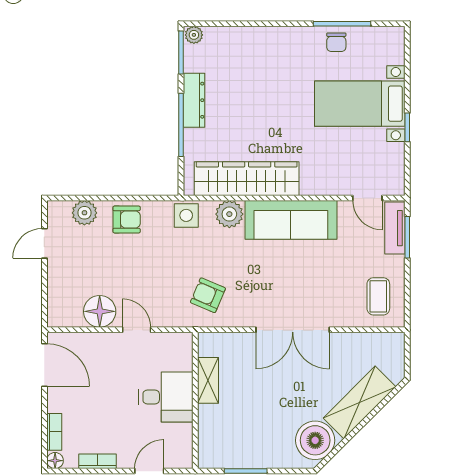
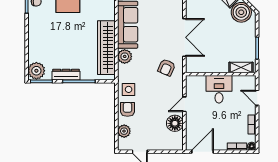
plant: (194, 35) -> (36, 71), width x1.88, depth x1.88
side table: (186, 215) -> (129, 89), moved
double door: (293, 330) -> (184, 37), moved
shelving: (208, 380) -> (241, 68), moved

